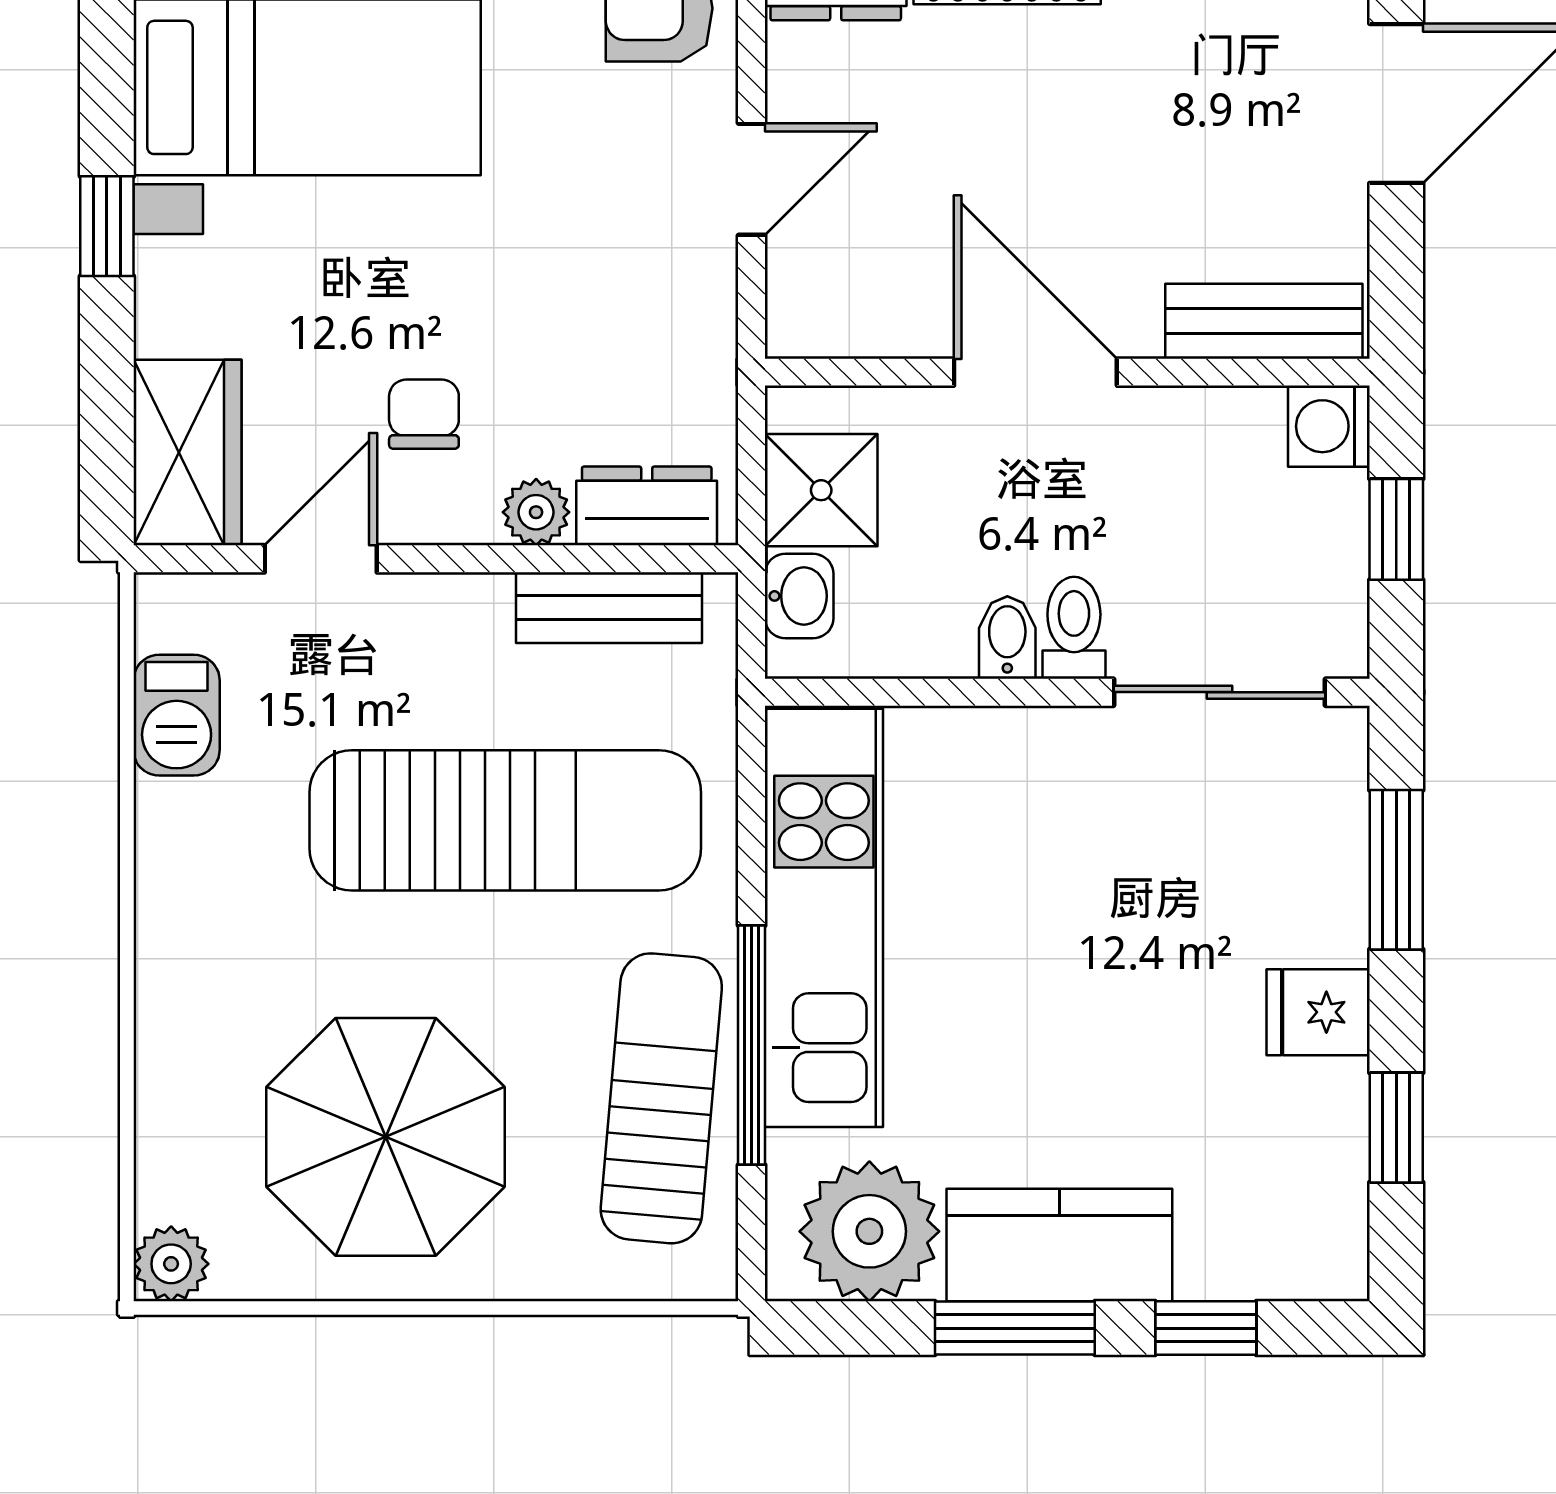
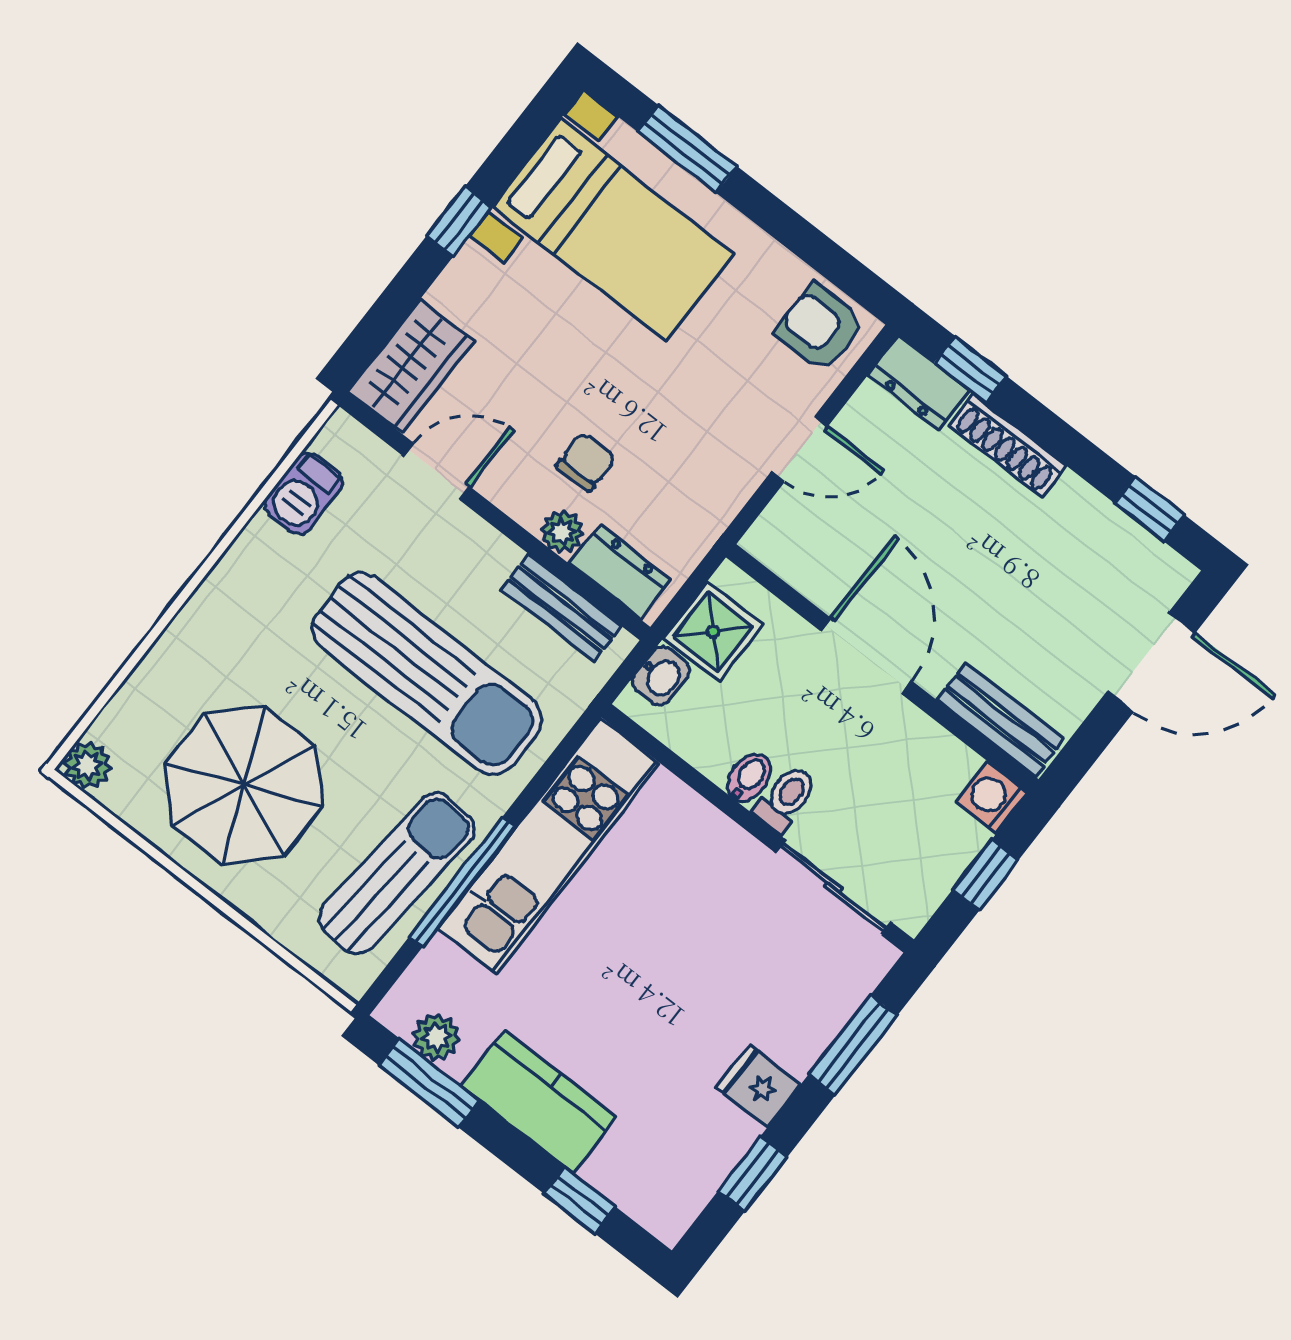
chair: (424, 414) -> (586, 462), moved
plant: (869, 1231) -> (436, 1037), width x0.53, depth x0.53
window: (1015, 1328) -> (429, 1083), moved

